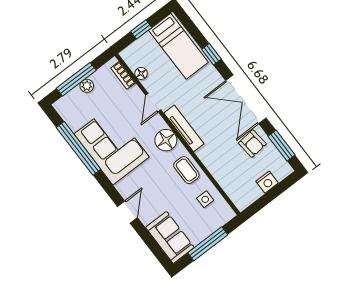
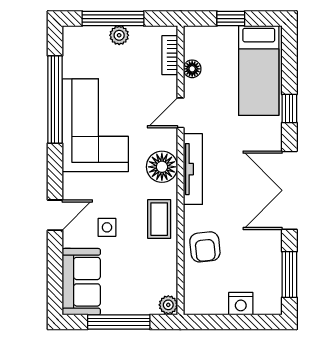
armchair: (252, 144) -> (205, 247), moved
side table: (205, 199) -> (107, 227), moved
plant: (228, 213) -> (168, 305), added

